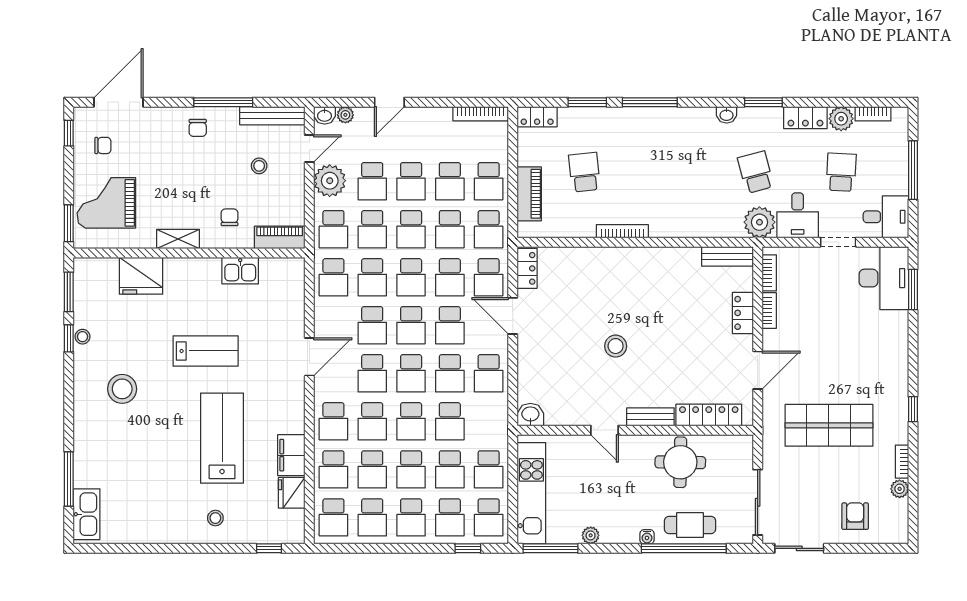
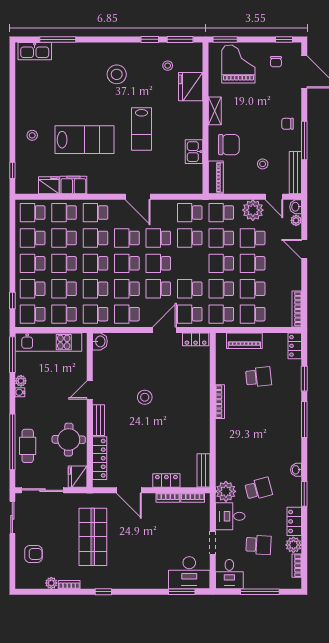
chair: (230, 217) -> (229, 145), width x1.87, depth x1.87
school desk: (411, 277) -> (95, 314), moved
stool: (82, 337) -> (168, 66), moved
fridge: (737, 449) -> (78, 477), added
water cooler: (647, 537) -> (20, 392), moved

